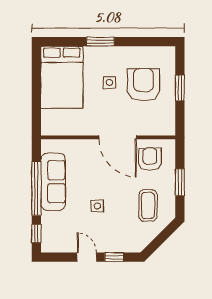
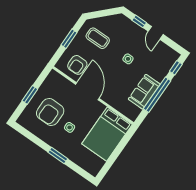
bed: (62, 77) -> (107, 134), moved, turned 180
sofa: (53, 182) -> (144, 92), width x0.73
coffee table: (148, 205) -> (98, 38), turned 90

